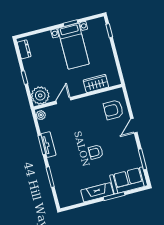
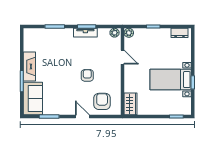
wardrobe: (96, 83) -> (131, 104), moved
plant: (40, 95) -> (129, 33), width x0.53, depth x0.53
armchair: (96, 152) -> (87, 75), moved

